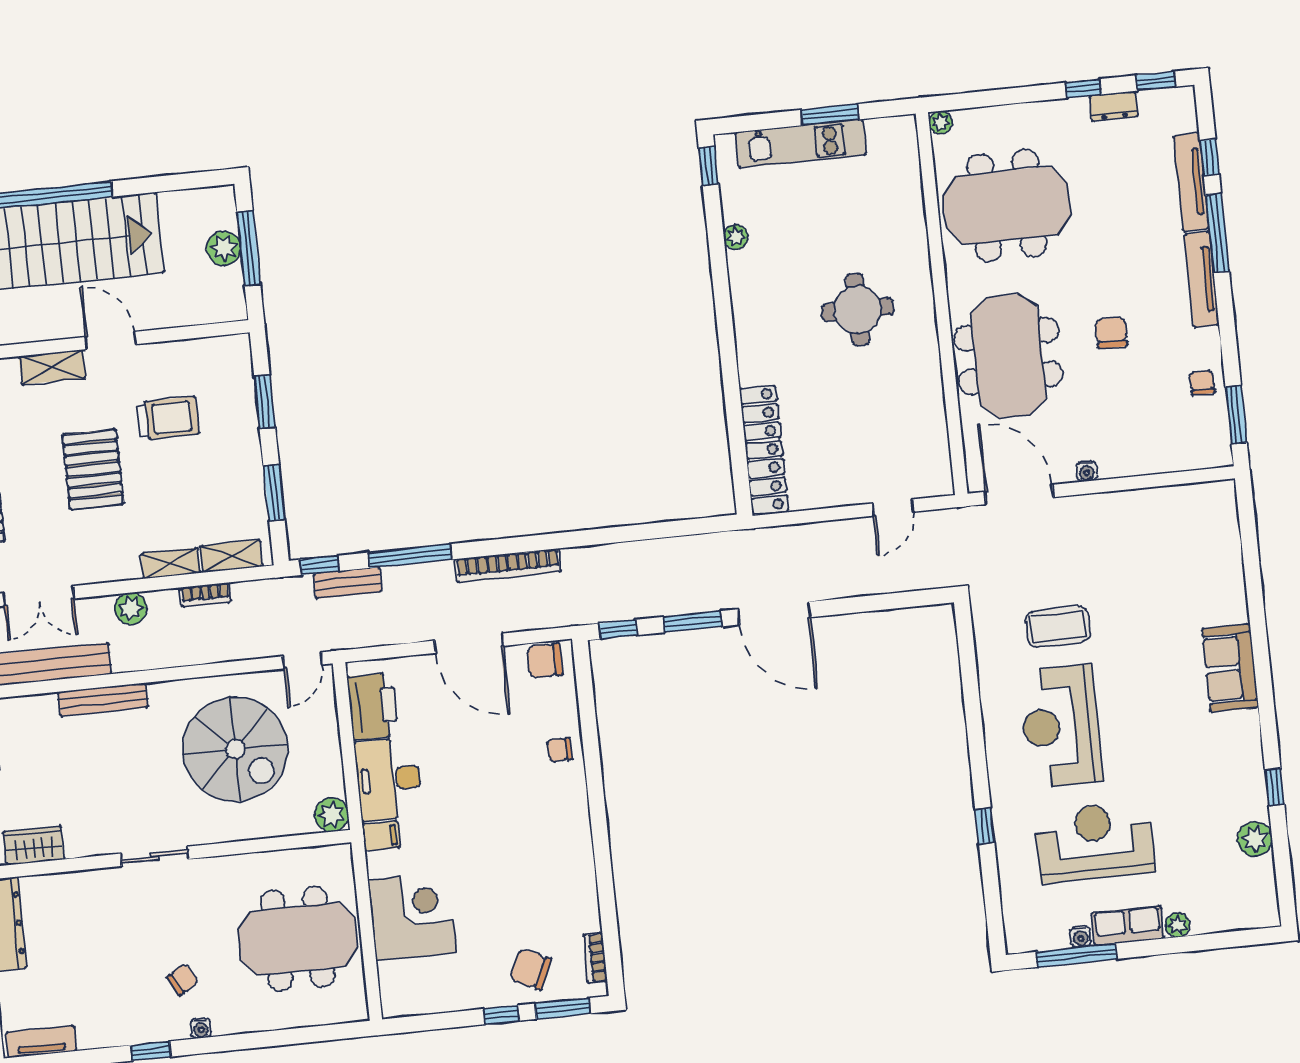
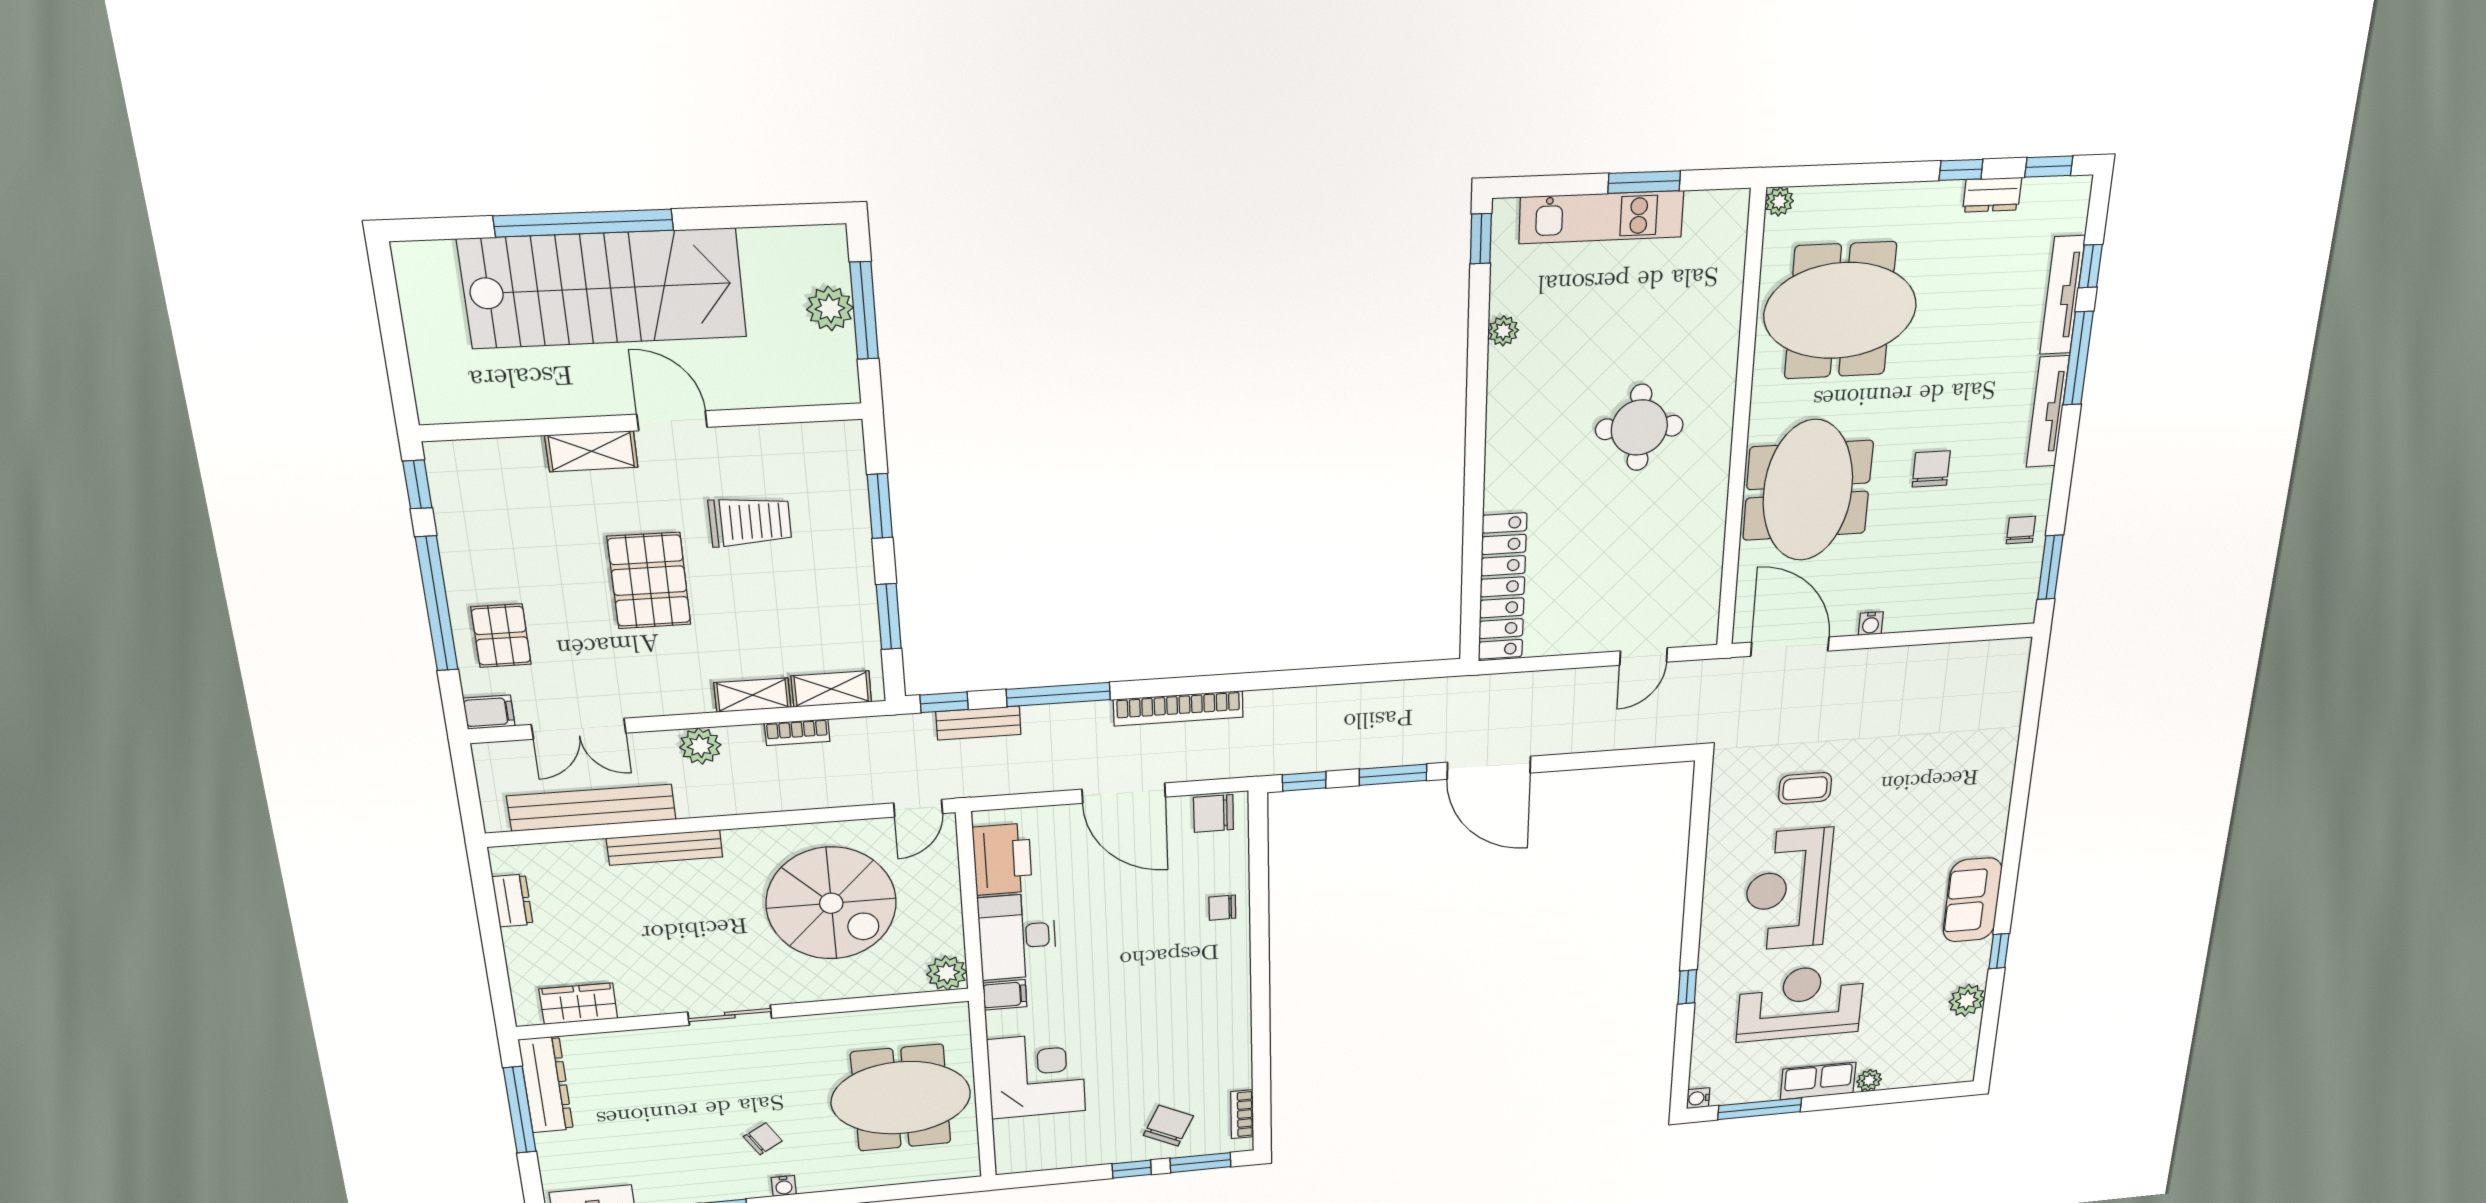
coffee table: (1058, 627) -> (1805, 788), width x0.73, depth x0.77
sofa: (1230, 668) -> (1972, 900), moved
water cooler: (1081, 937) -> (1698, 1098), moved, turned 90
chair: (531, 969) -> (1168, 1126), turned 91

